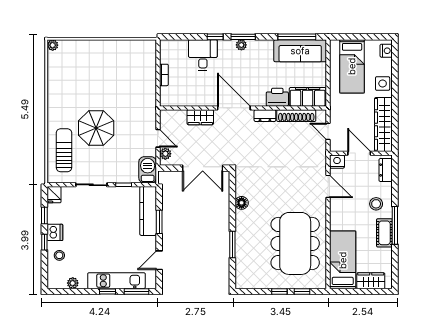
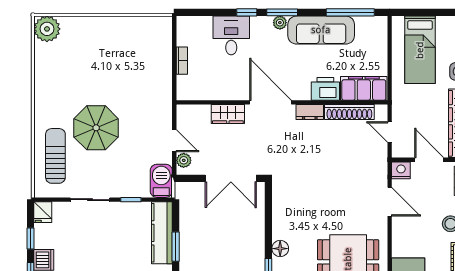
plant: (53, 45) -> (47, 29), width x1.88, depth x1.88
sofa: (300, 51) -> (321, 30), moved
floor lamp: (242, 203) -> (280, 249), moved

